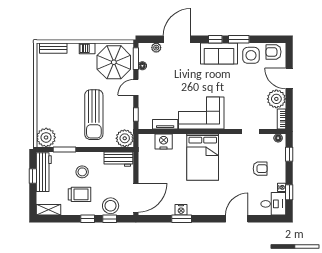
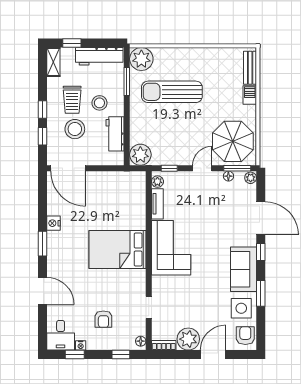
window: (215, 39) -> (261, 252), moved
barbecue: (87, 48) -> (250, 95), moved
plant: (156, 48) -> (251, 178), moved
door: (136, 87) -> (202, 168), hinge flipped
sun lounger: (94, 115) -> (172, 92), moved
plant: (147, 124) -> (157, 182), added
nightstand: (164, 141) -> (137, 202), removed
workbench: (118, 159) -> (115, 134), moved
window: (33, 176) -> (72, 43), moved
stool: (111, 206) -> (75, 129), moved
window: (182, 219) -> (42, 244), moved

